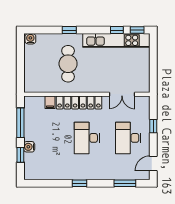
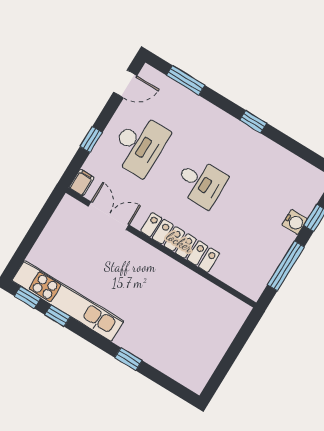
water cooler: (30, 39) -> (194, 382), removed
cafe table: (68, 64) -> (161, 310), removed
filing cabinet: (50, 102) -> (82, 183), moved
desk: (87, 138) -> (201, 183), width x0.73

